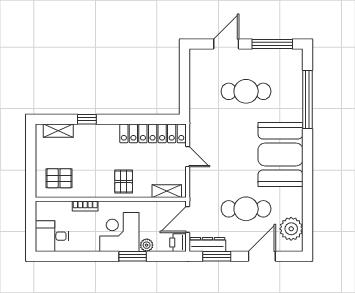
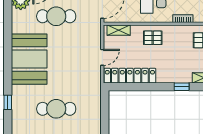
window: (308, 100) -> (8, 102), width x0.32
door: (188, 157) -> (102, 57), swing flipped
pallet: (124, 182) -> (153, 38), turned 90

